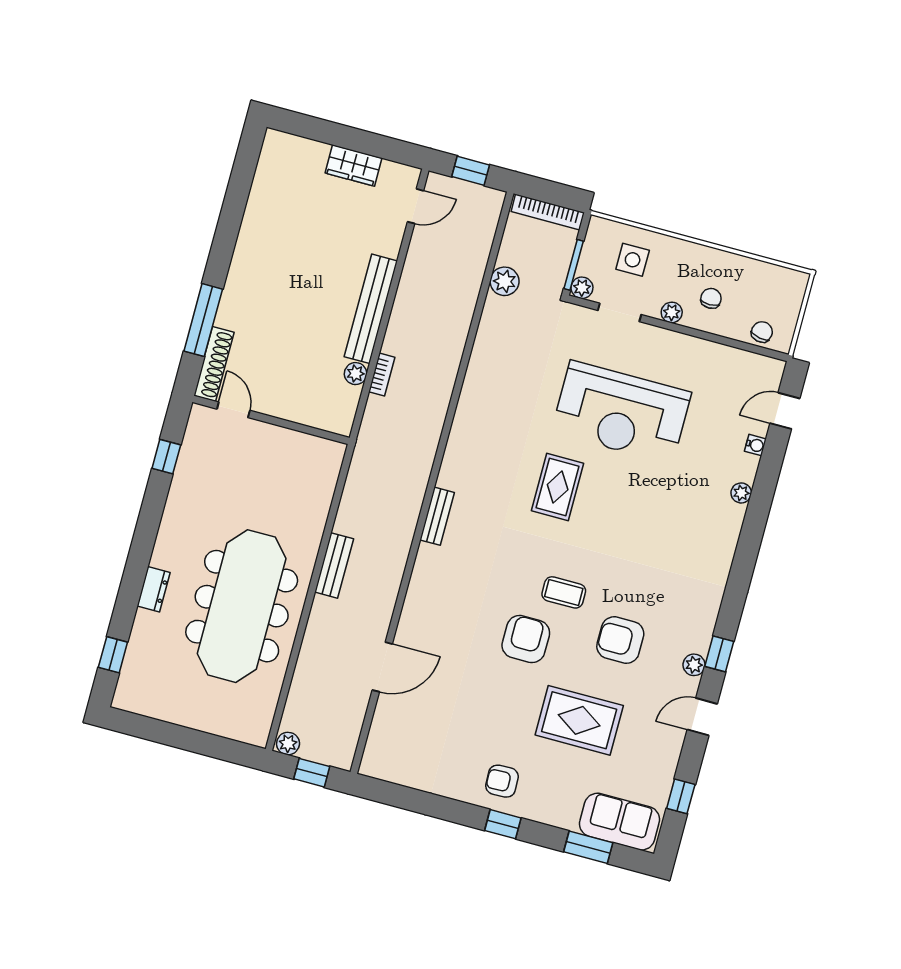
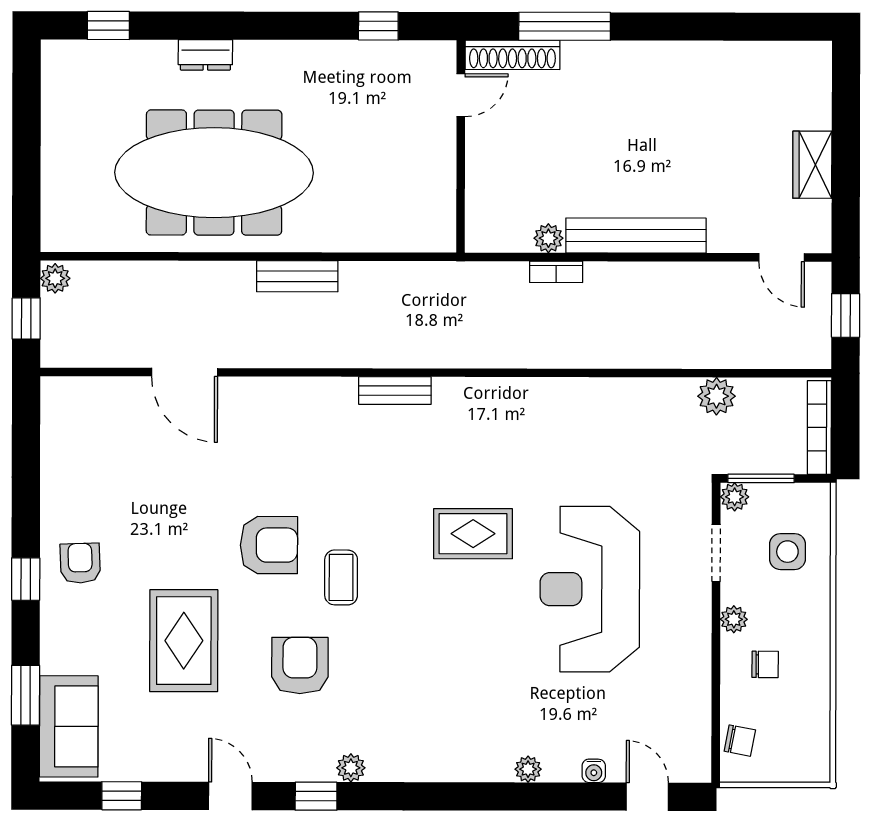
plant: (694, 665) -> (351, 768), moved

